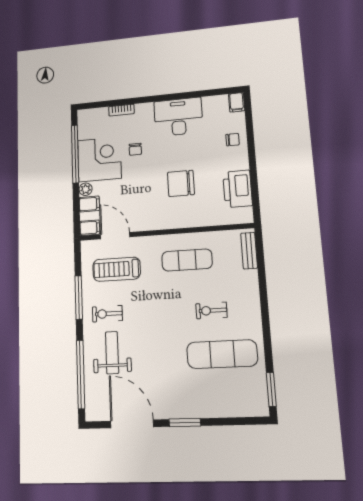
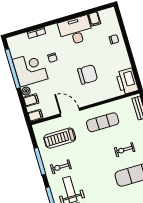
filing cabinet: (237, 102) -> (94, 19), moved
chair: (181, 183) -> (88, 74), turned 180
printer: (238, 189) -> (127, 81), moved
door: (115, 236) -> (70, 112), moved

